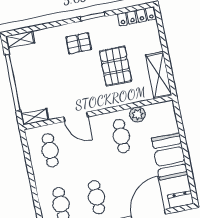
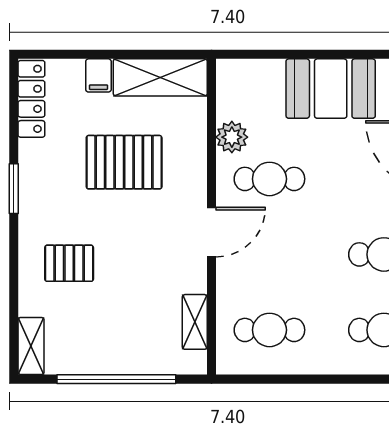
pallet: (79, 43) -> (69, 263), moved, turned 90
filing cabinet: (154, 46) -> (98, 75), added
shelving: (35, 117) -> (195, 322), moved
door: (76, 117) -> (212, 232), moved

